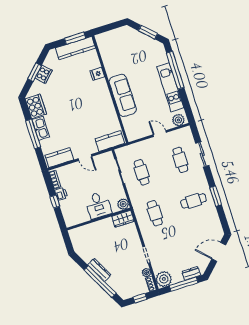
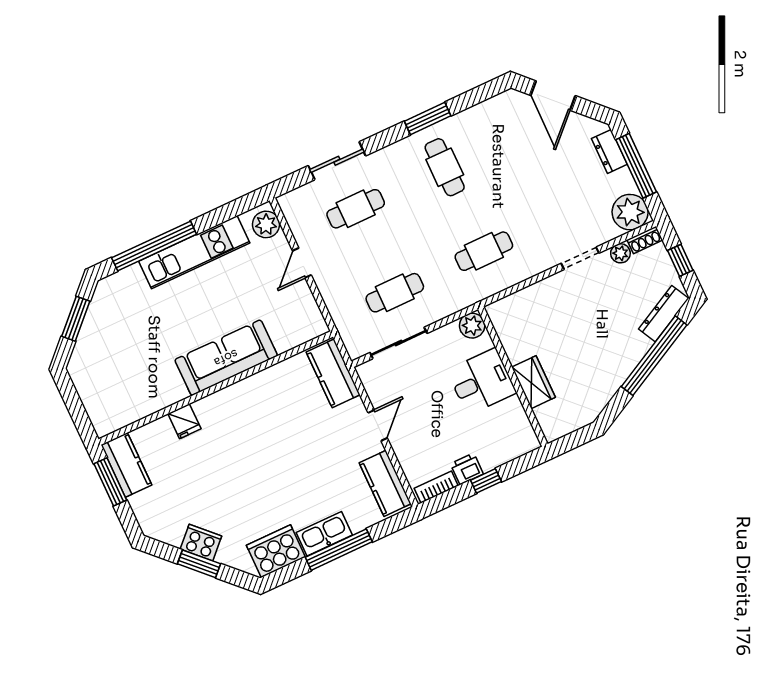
kitchen counter: (75, 48) -> (126, 465), width x0.67
wardrobe: (123, 219) -> (533, 382), moved
dresser: (99, 270) -> (664, 314), moved

